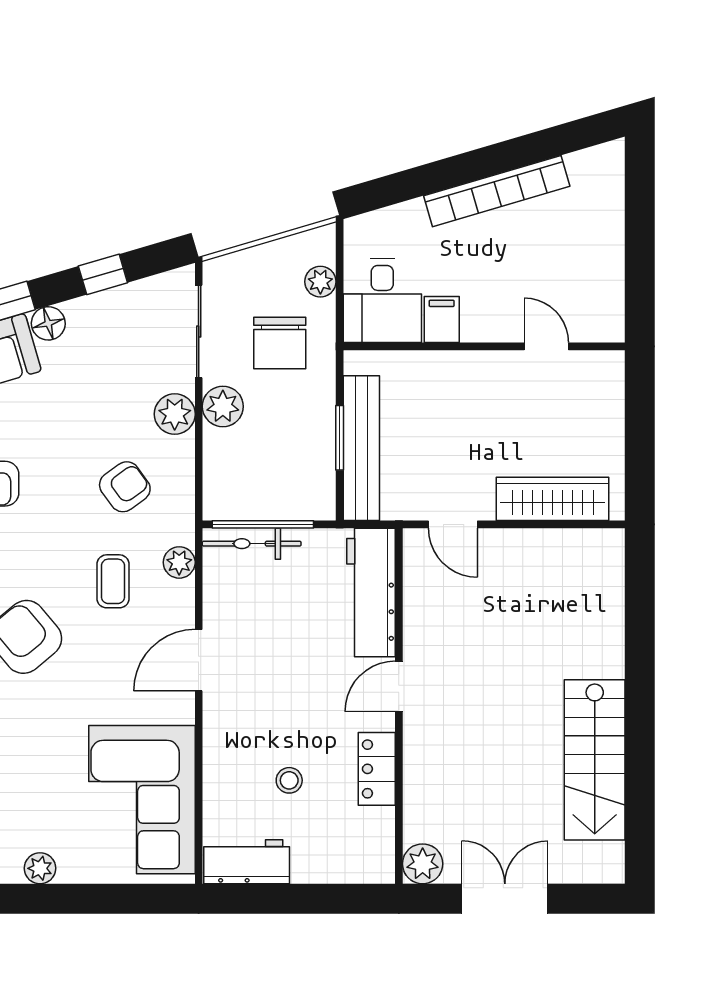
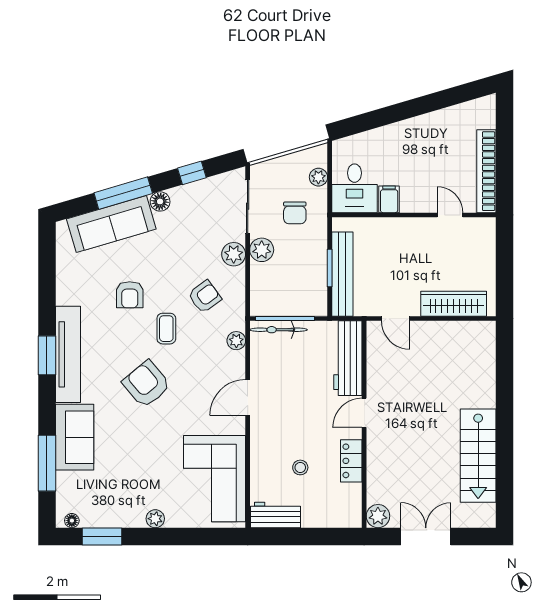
bookcase: (497, 191) -> (486, 171), moved, turned 106
chair: (280, 343) -> (295, 213), width x0.73, depth x0.73
coffee table: (113, 581) -> (166, 329), moved

